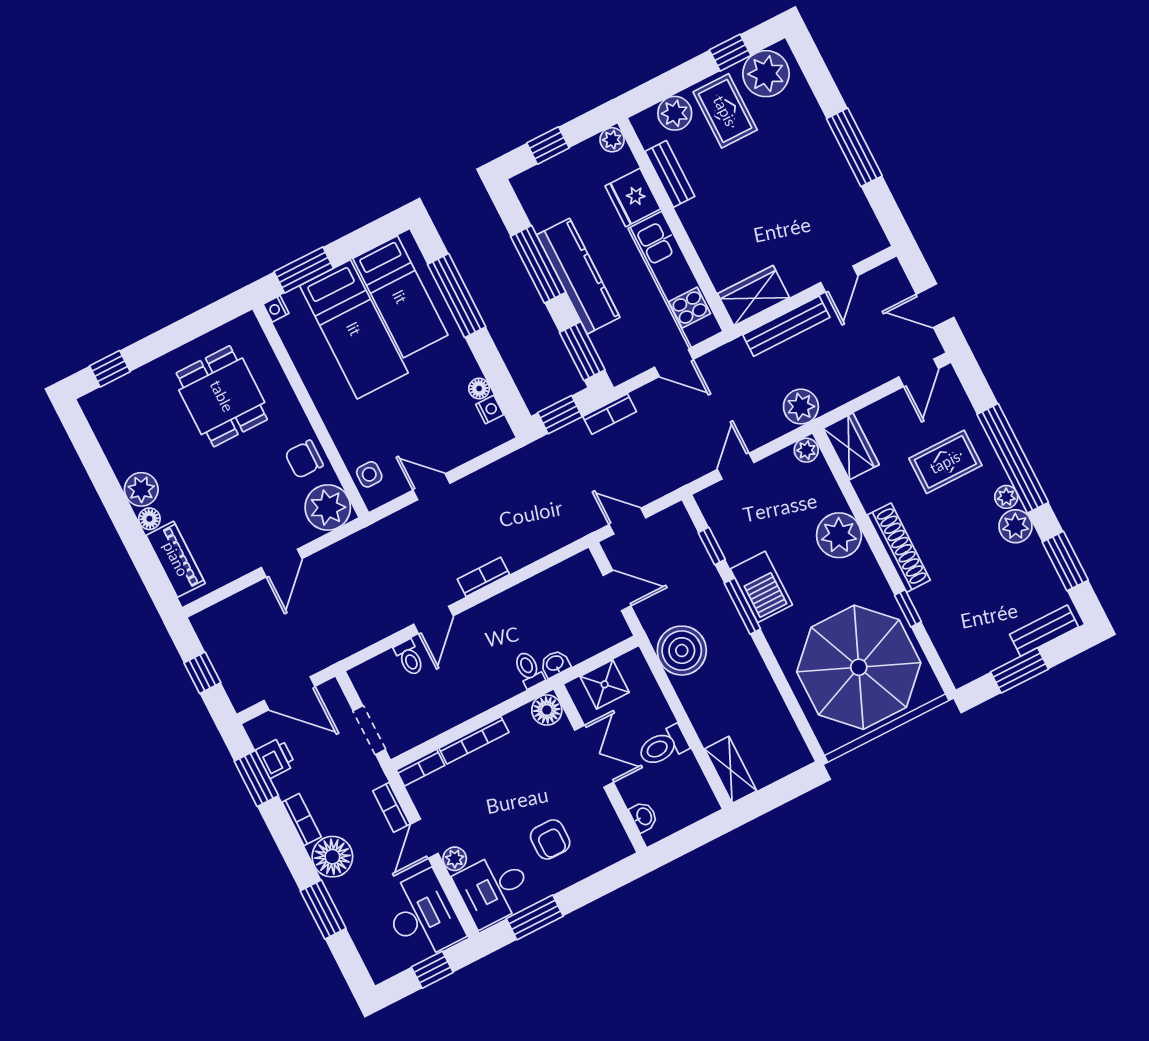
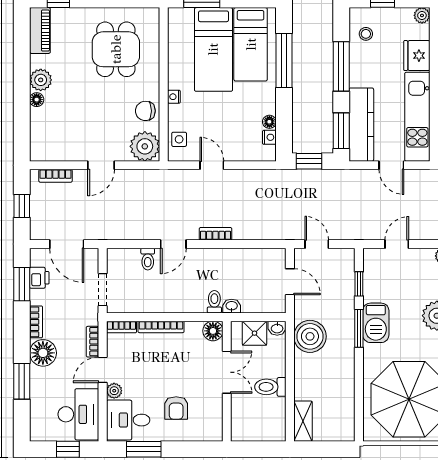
stool: (549, 203) -> (366, 34), added
kitchen counter: (578, 276) -> (361, 125), moved
nightstand: (276, 309) -> (174, 97), moved
bookcase: (610, 414) -> (55, 176), moved
piano: (176, 559) -> (40, 30), moved
washbasin: (644, 817) -> (277, 328), moved, turned 90

